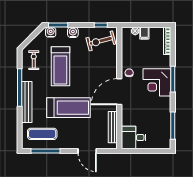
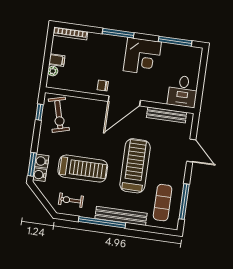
water cooler: (73, 32) -> (42, 161), moved
corner desk: (157, 82) -> (142, 56), moved
door: (119, 92) -> (124, 101), hinge flipped
door: (87, 151) -> (191, 151), hinge flipped

